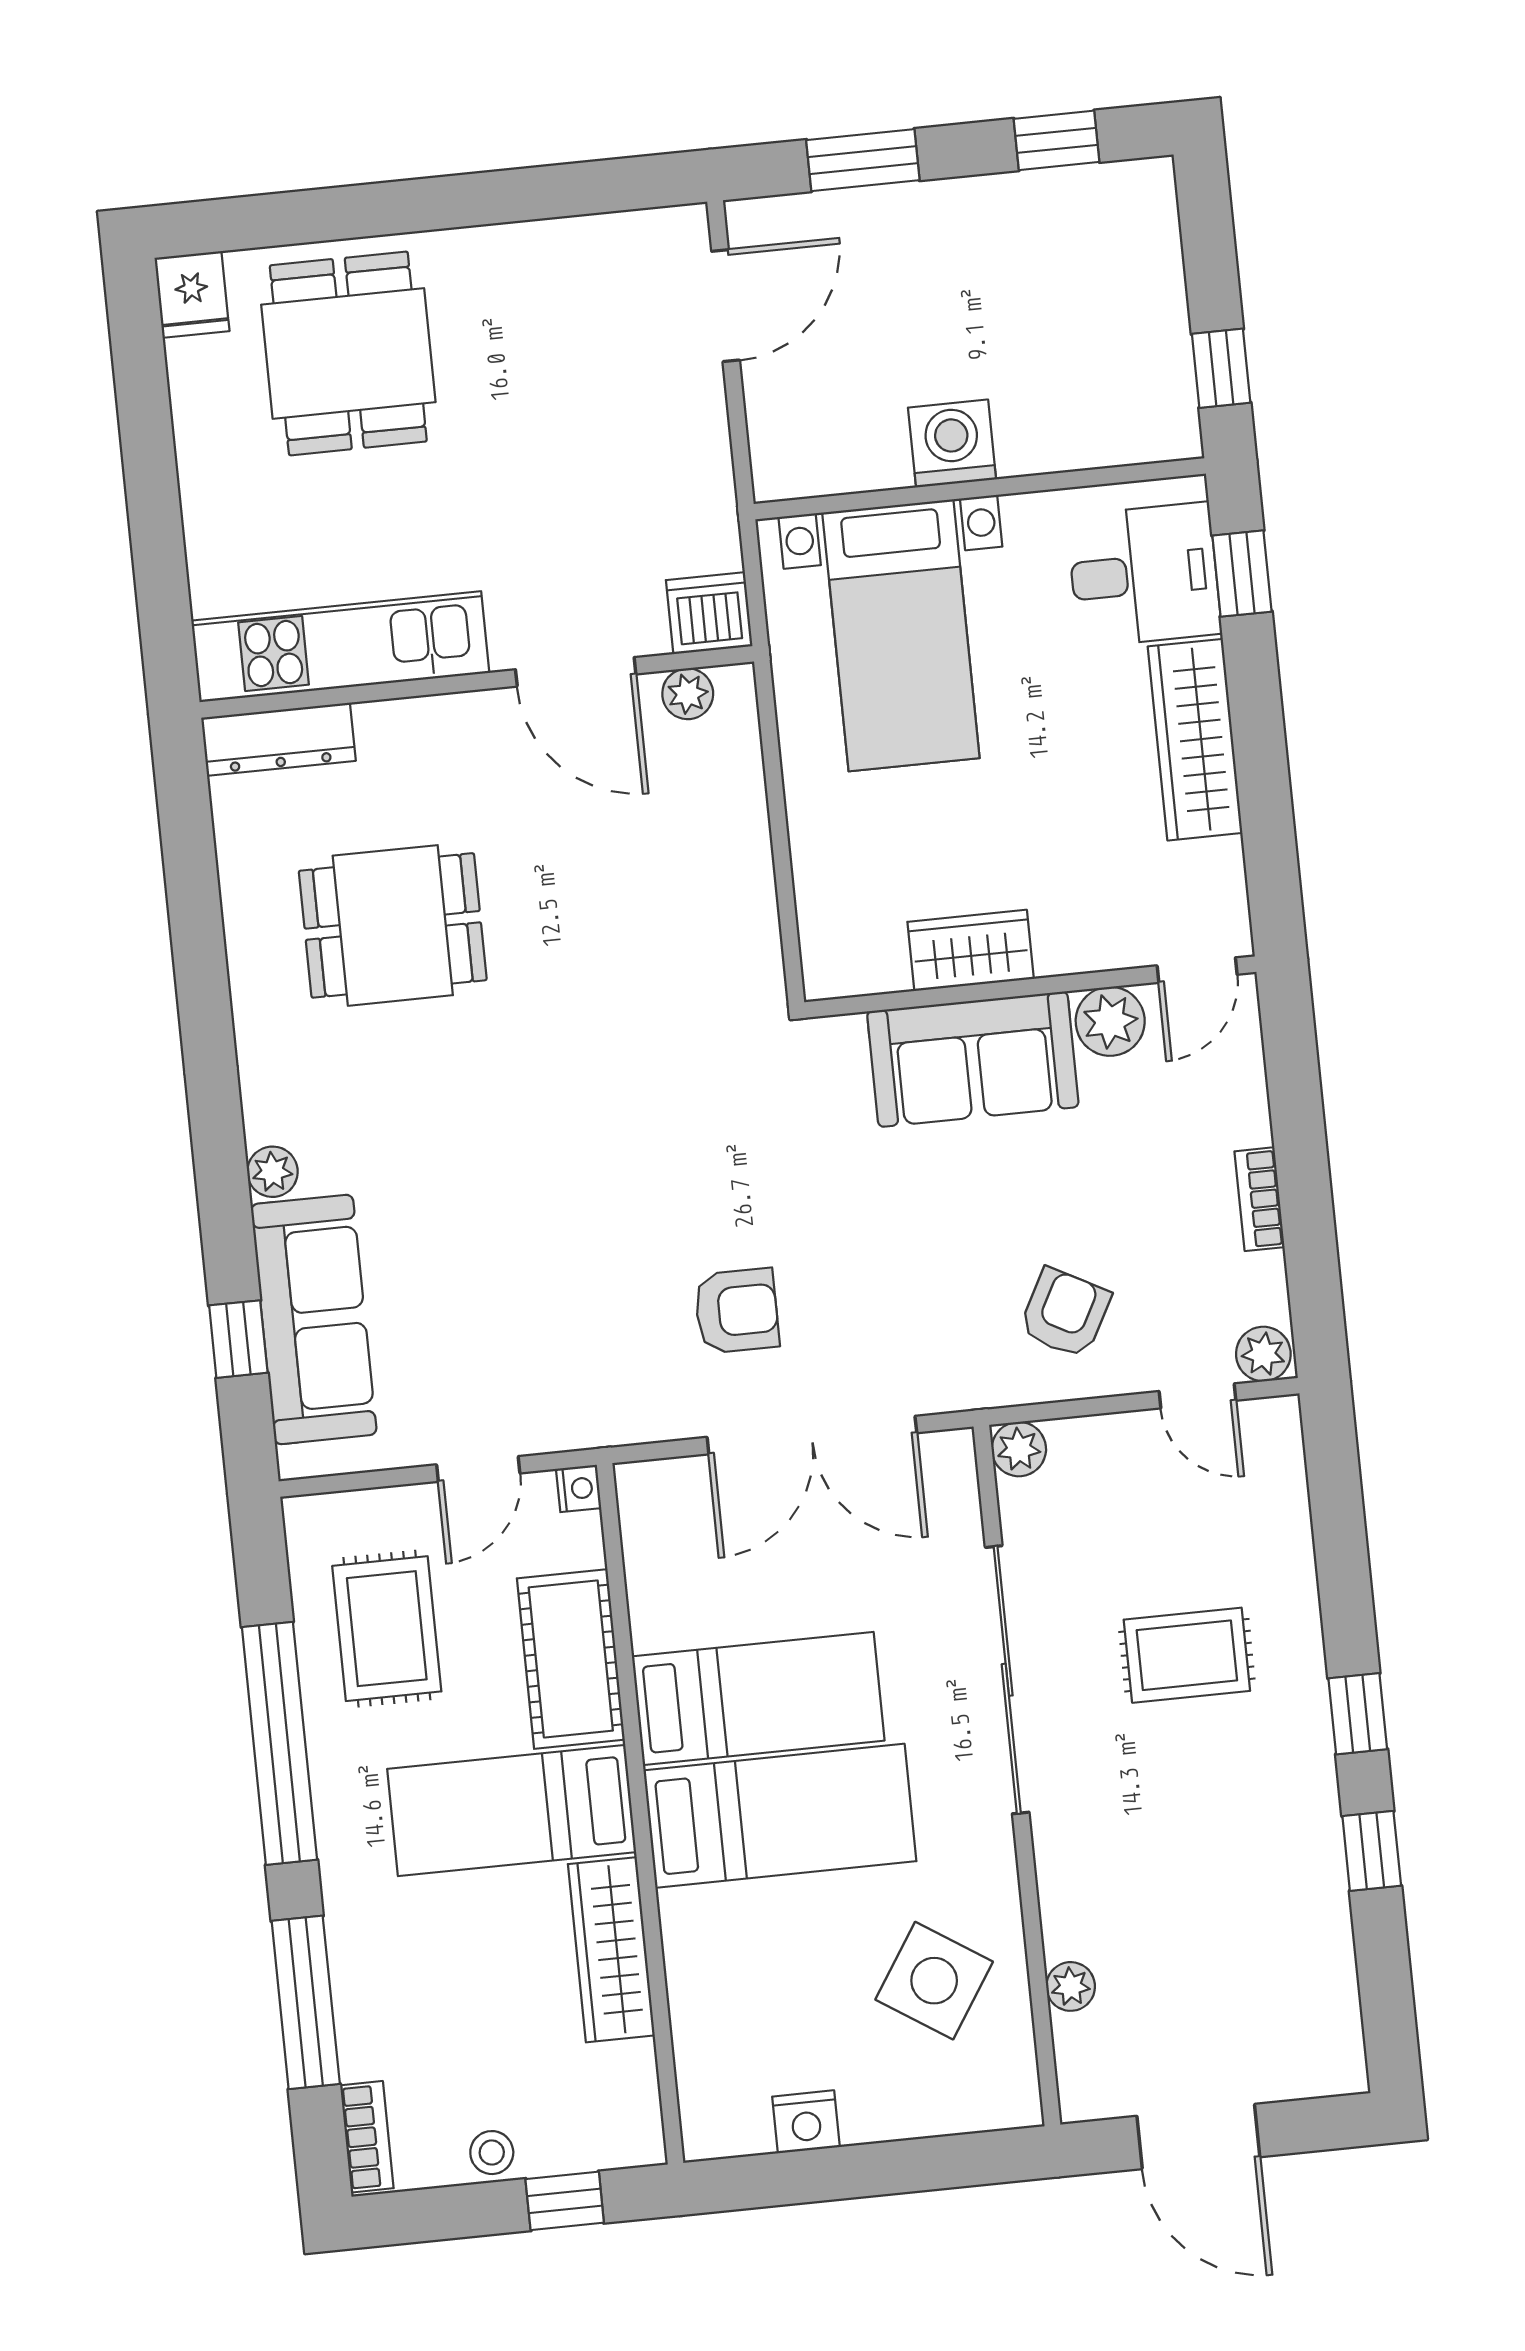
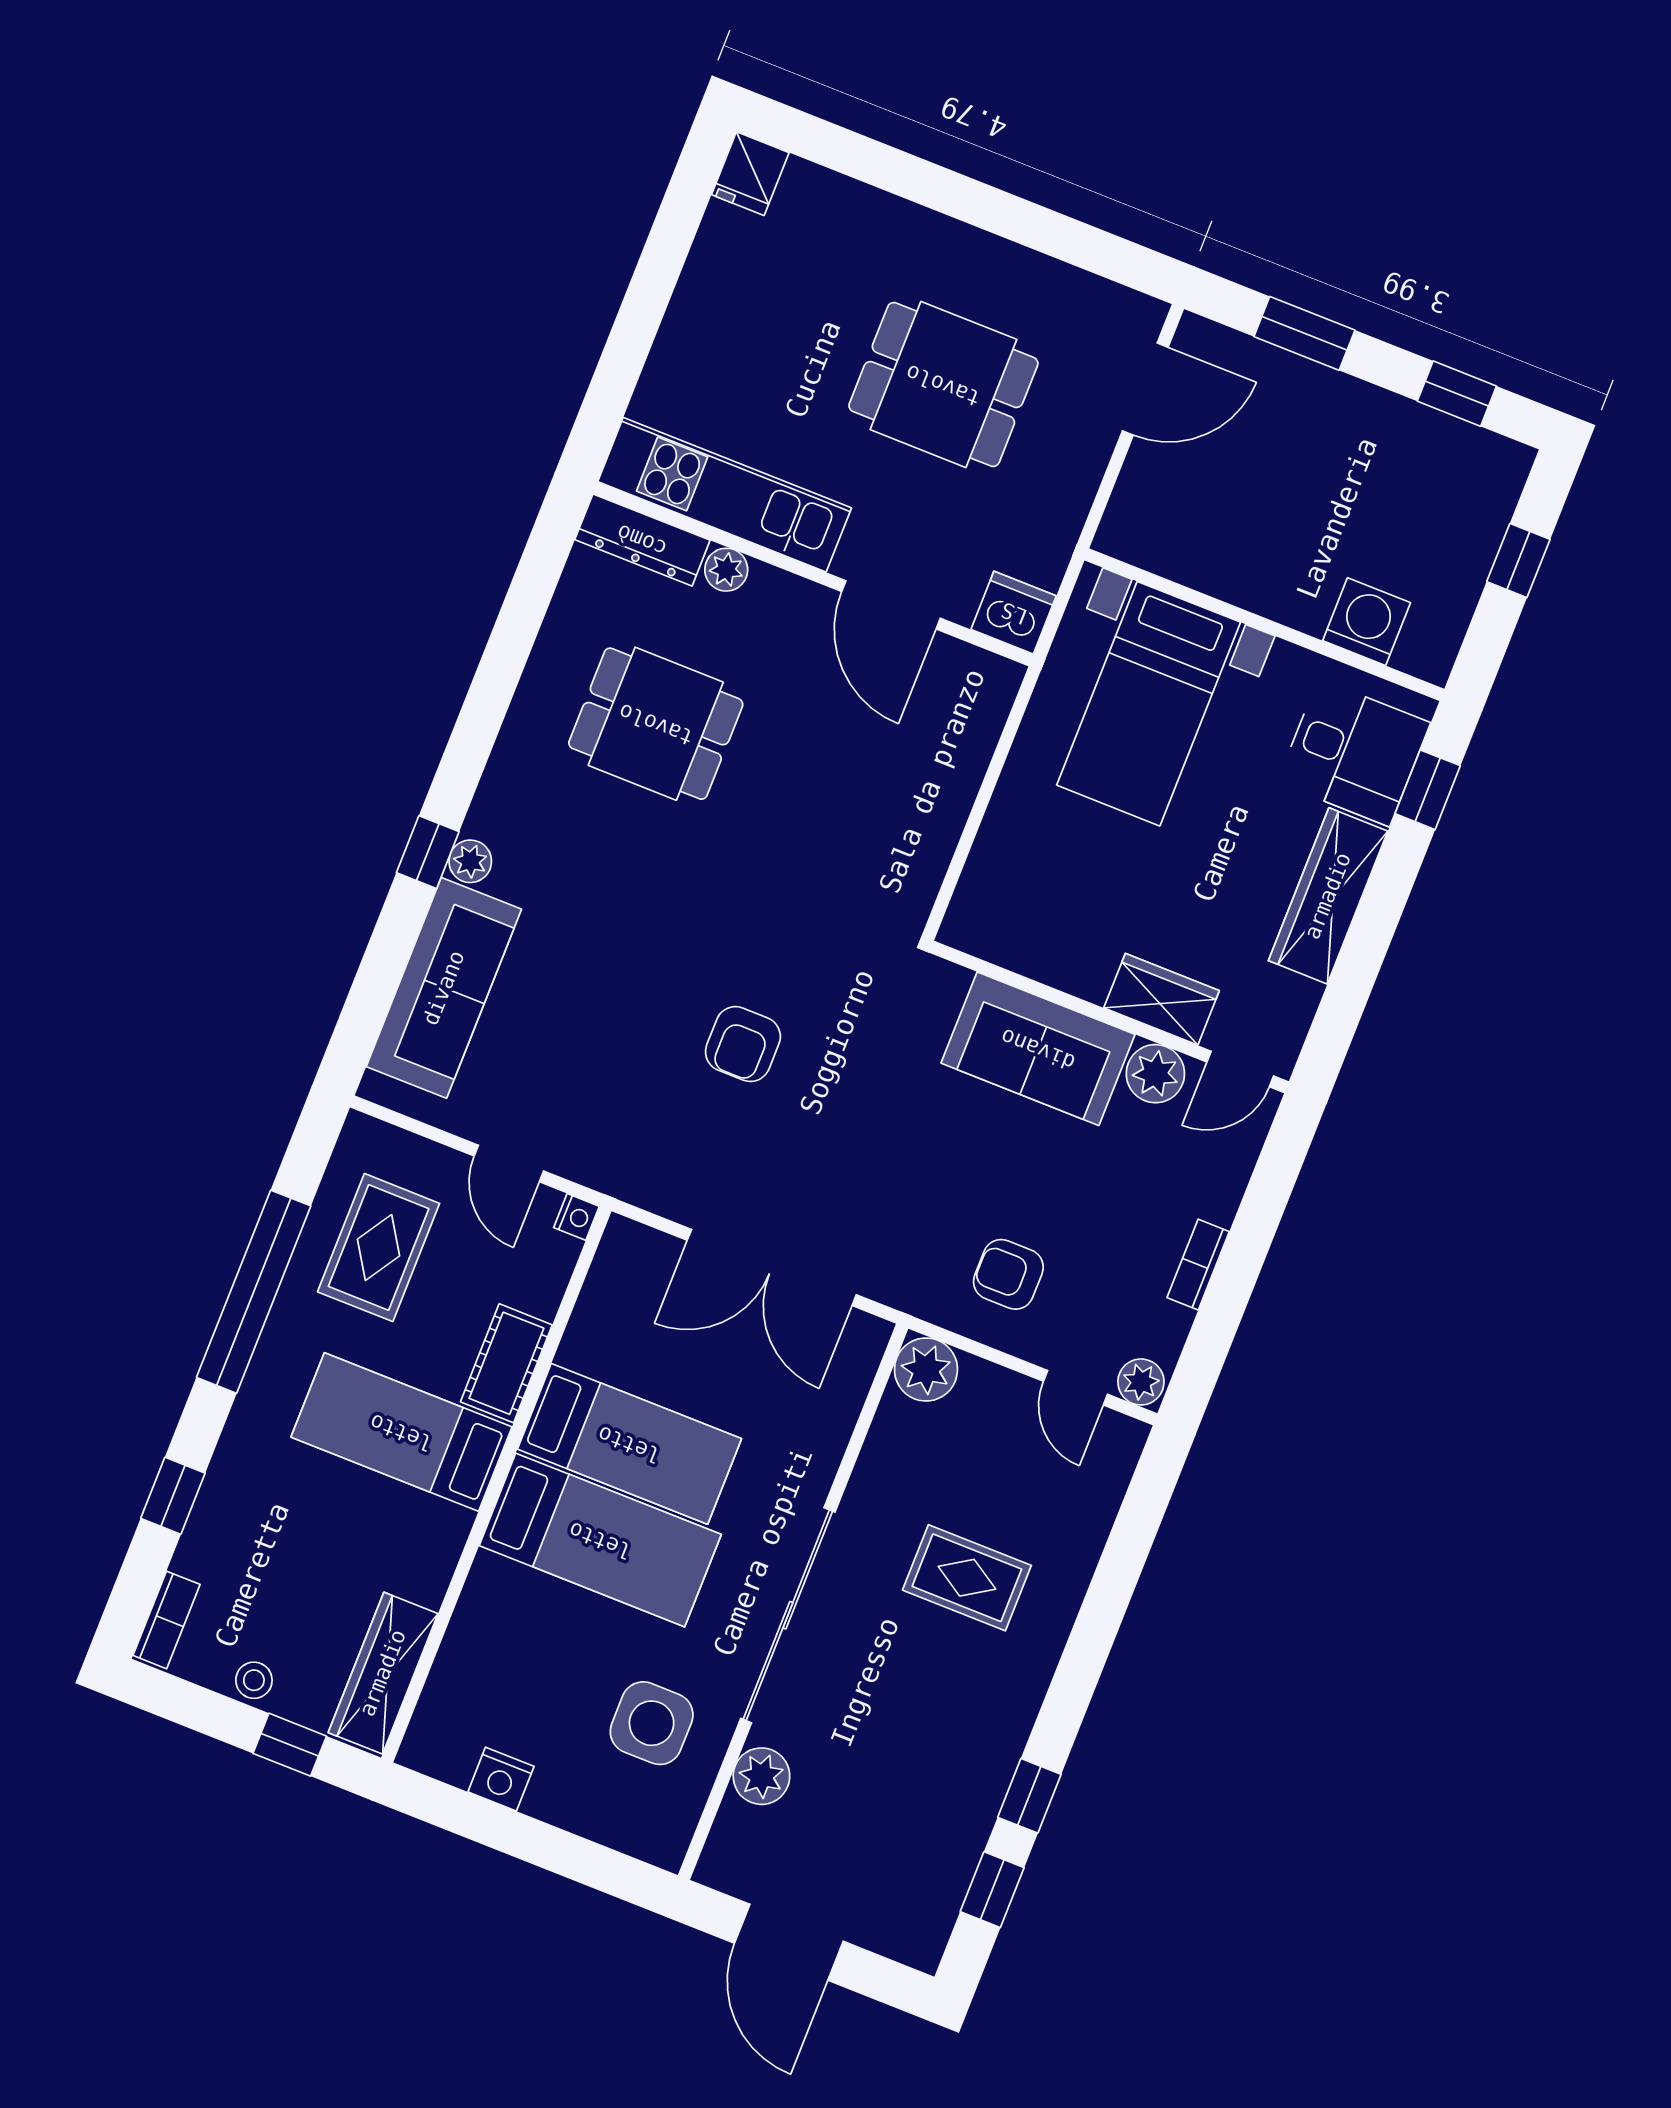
dining table: (348, 353) -> (943, 385), moved, turned 90
window: (1221, 368) -> (1518, 561), moved
washing machine: (952, 443) -> (1367, 622), moved
plant: (688, 694) -> (726, 570), moved
wardrobe: (971, 950) -> (1162, 999), moved
armchair: (737, 1311) -> (743, 1044), moved, turned 90
armchair: (1065, 1313) -> (1008, 1274), turned -118
window: (238, 1339) -> (428, 852), moved
plant: (1019, 1449) -> (926, 1369), width x1.38, depth x1.38
door: (478, 1469) -> (509, 1163), hinge flipped
cot: (571, 1659) -> (506, 1363), width x0.73, depth x0.75
sliding door: (1007, 1680) -> (788, 1615), moved
window: (1358, 1714) -> (992, 1890), moved
wardrobe: (611, 1950) -> (383, 1673), moved
side table: (934, 1981) -> (652, 1723), turned -33
plant: (1071, 1986) -> (761, 1776), width x1.38, depth x1.38
window: (306, 2002) -> (173, 1496), width x0.46

